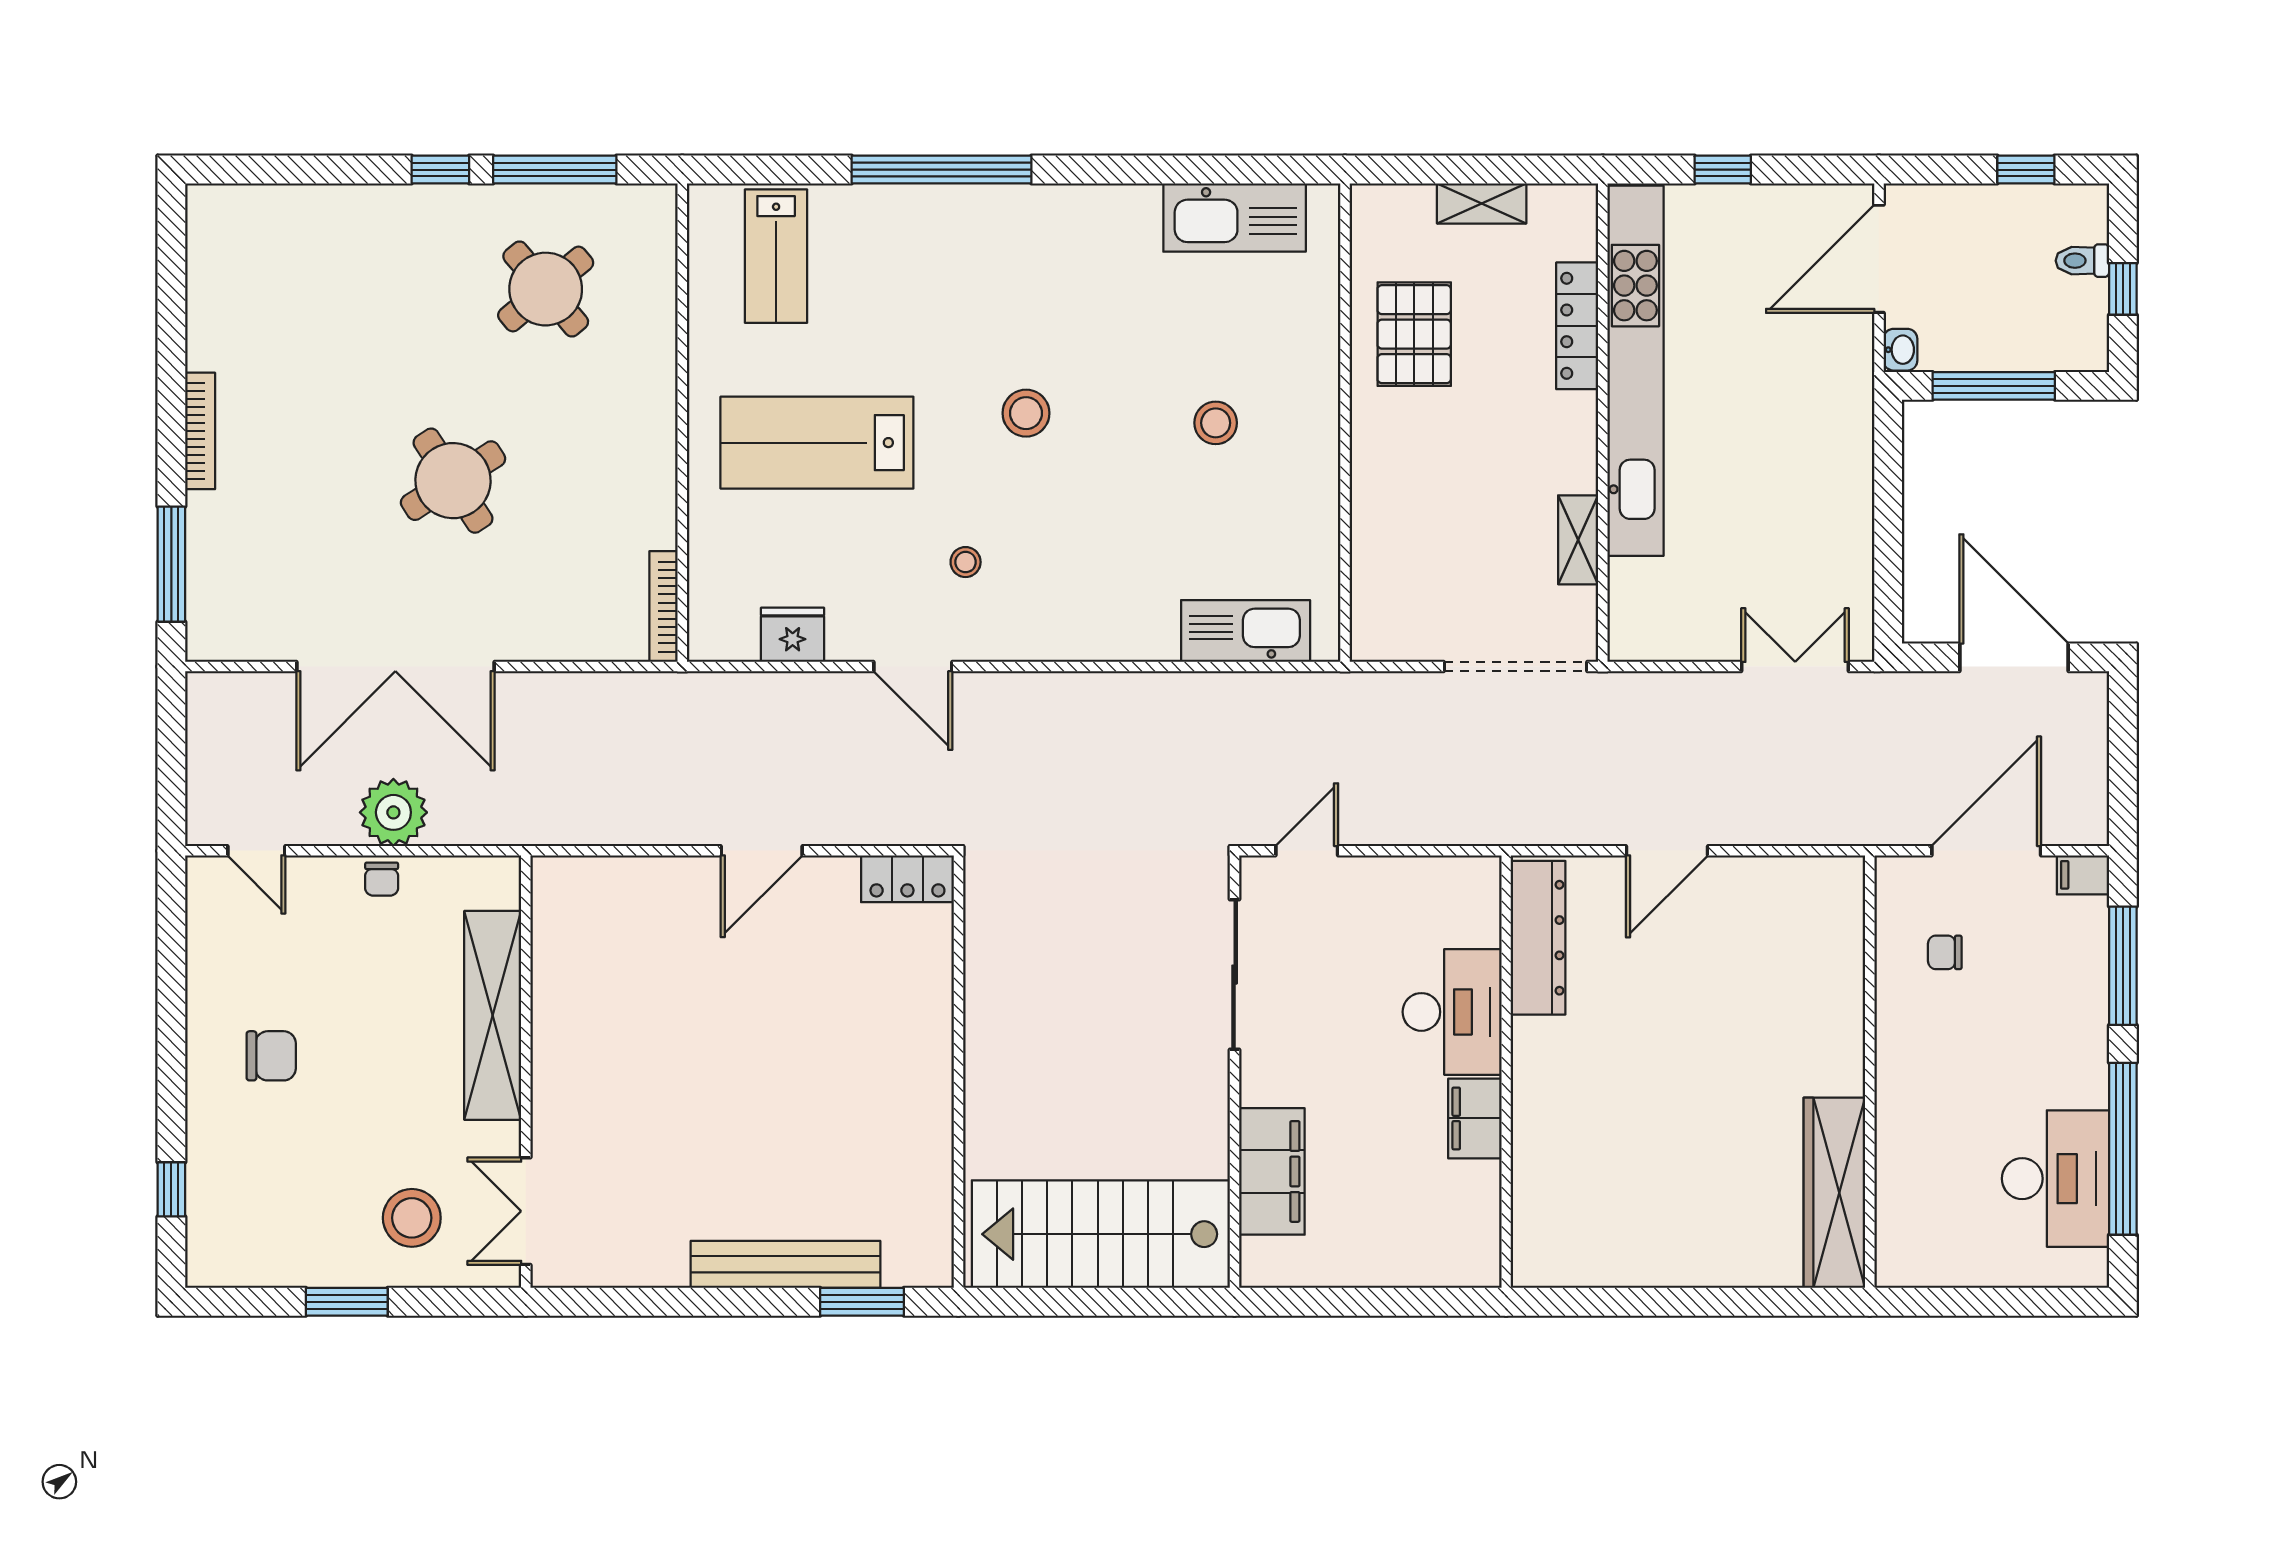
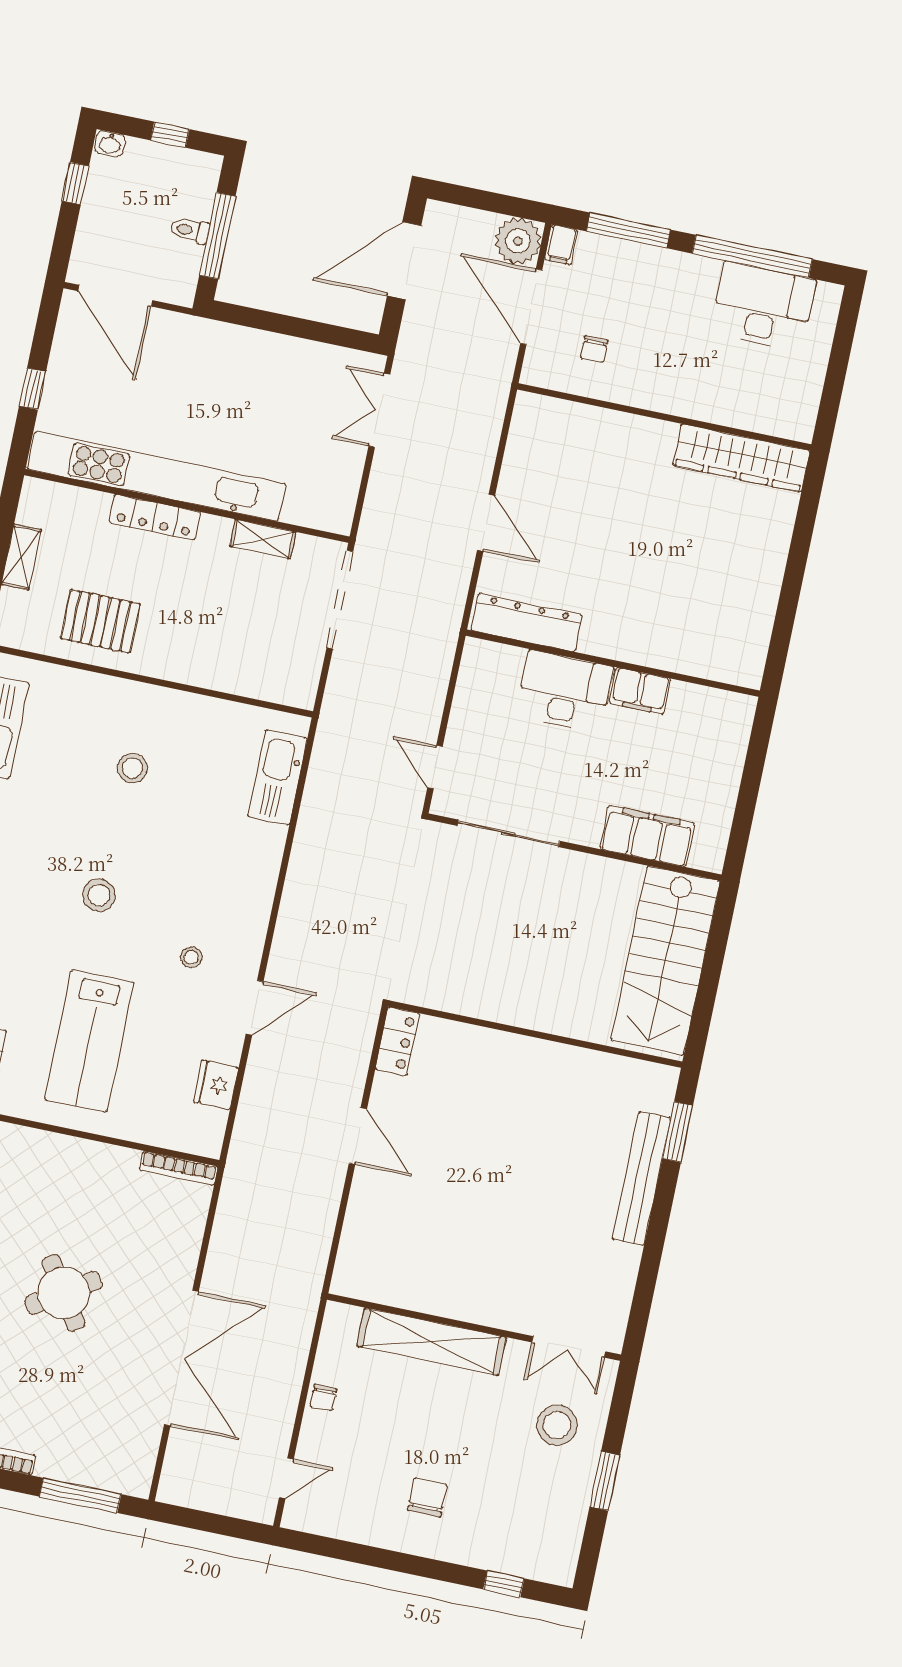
toilet: (2082, 261) -> (190, 230), moved, turned 90
locker: (1577, 326) -> (155, 517), moved
washbasin: (1900, 350) -> (110, 144), moved, turned 180
plant: (393, 812) -> (518, 241), moved
chair: (382, 879) -> (323, 1398), turned 90

